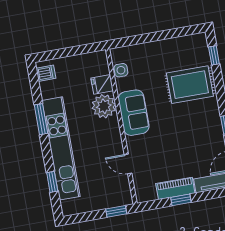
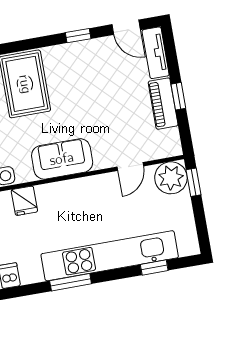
plant: (104, 106) -> (171, 178), moved

